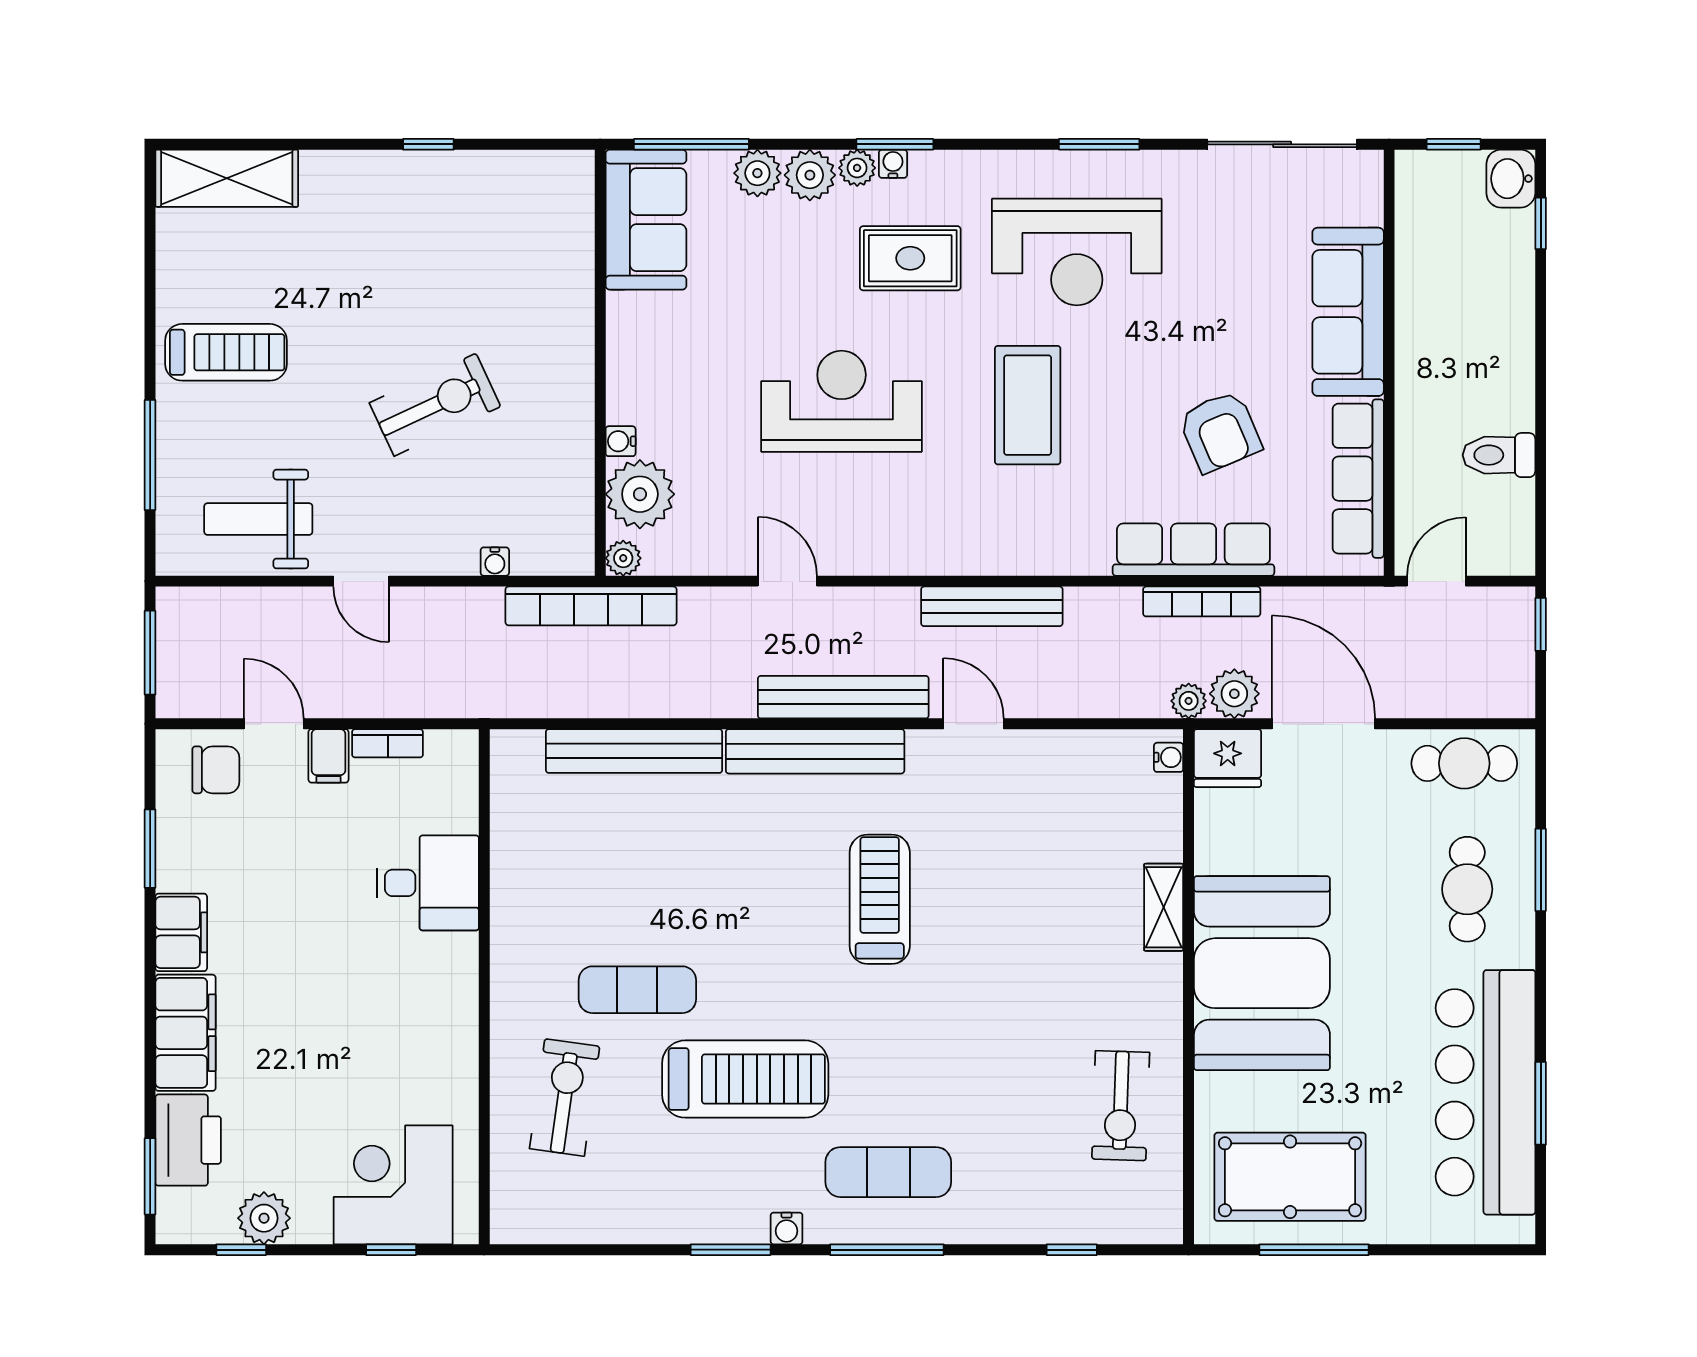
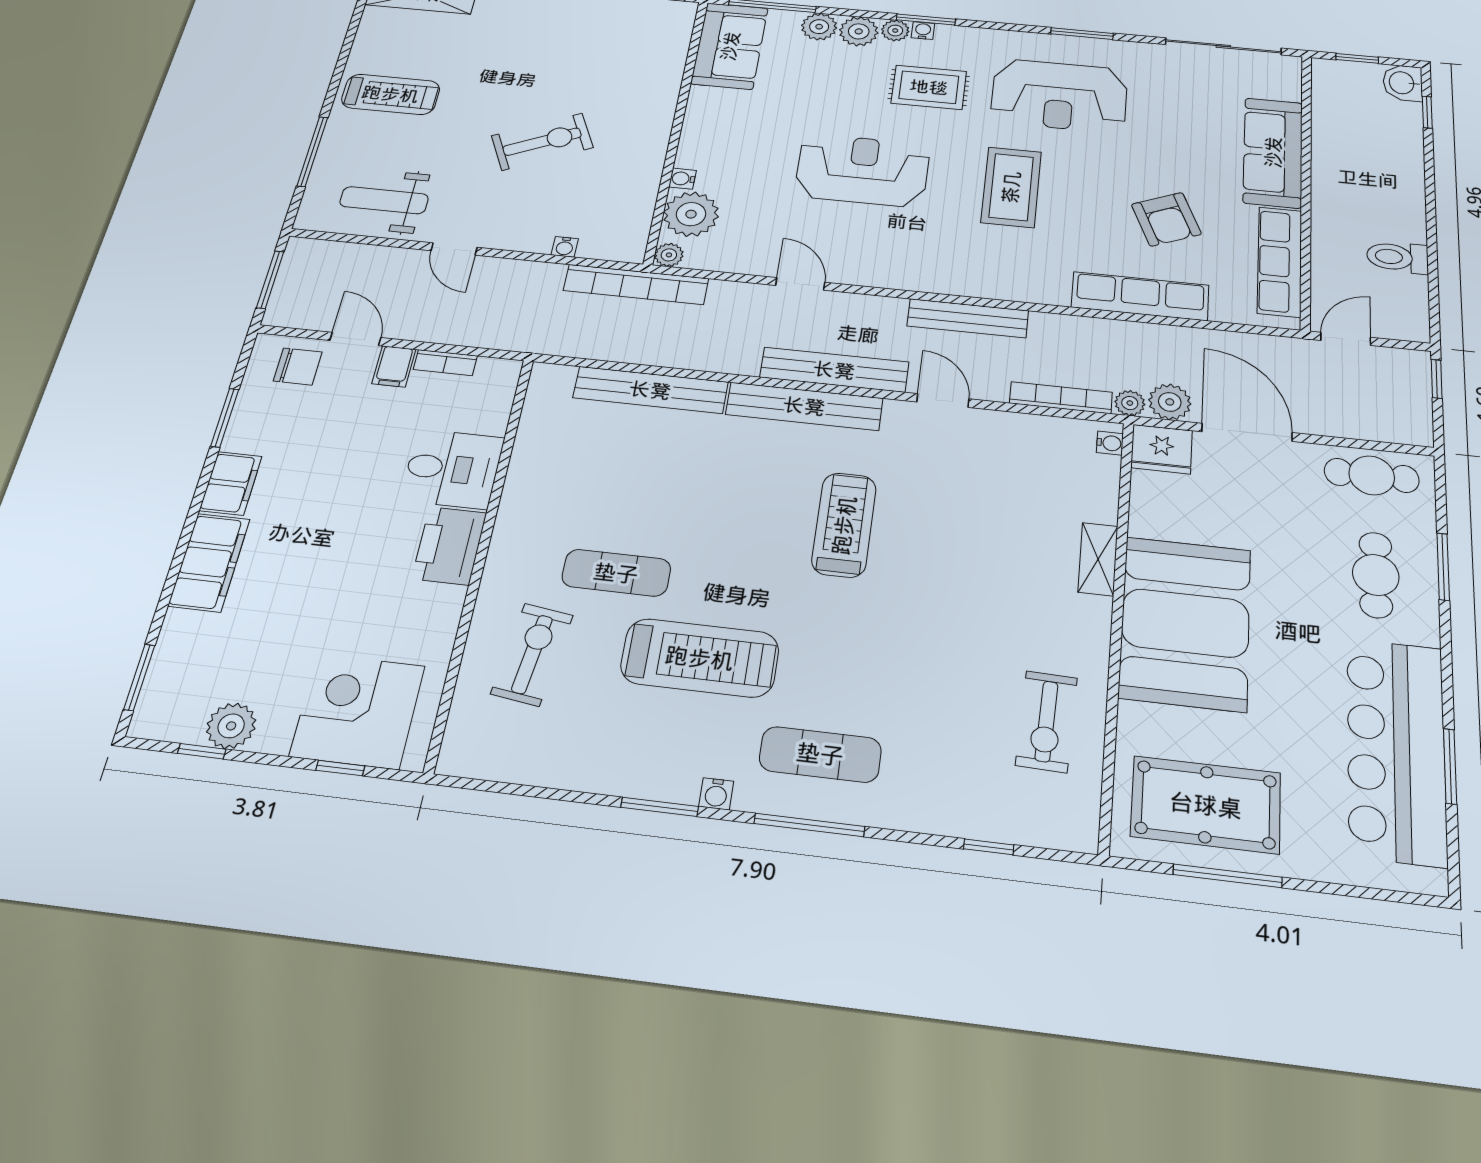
bookcase: (1202, 601) -> (1061, 398), moved, turned 180
printer: (188, 1140) -> (449, 546), moved, turned 180

